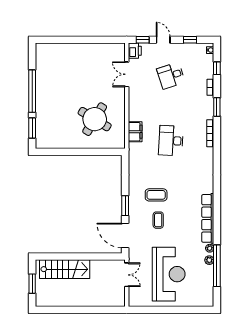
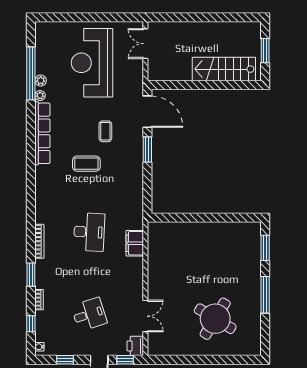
window: (32, 91) -> (265, 295), width x0.68
round table: (95, 119) -> (215, 319), moved
coffee table: (156, 195) -> (86, 164), moved
double door: (127, 275) -> (145, 44), moved

